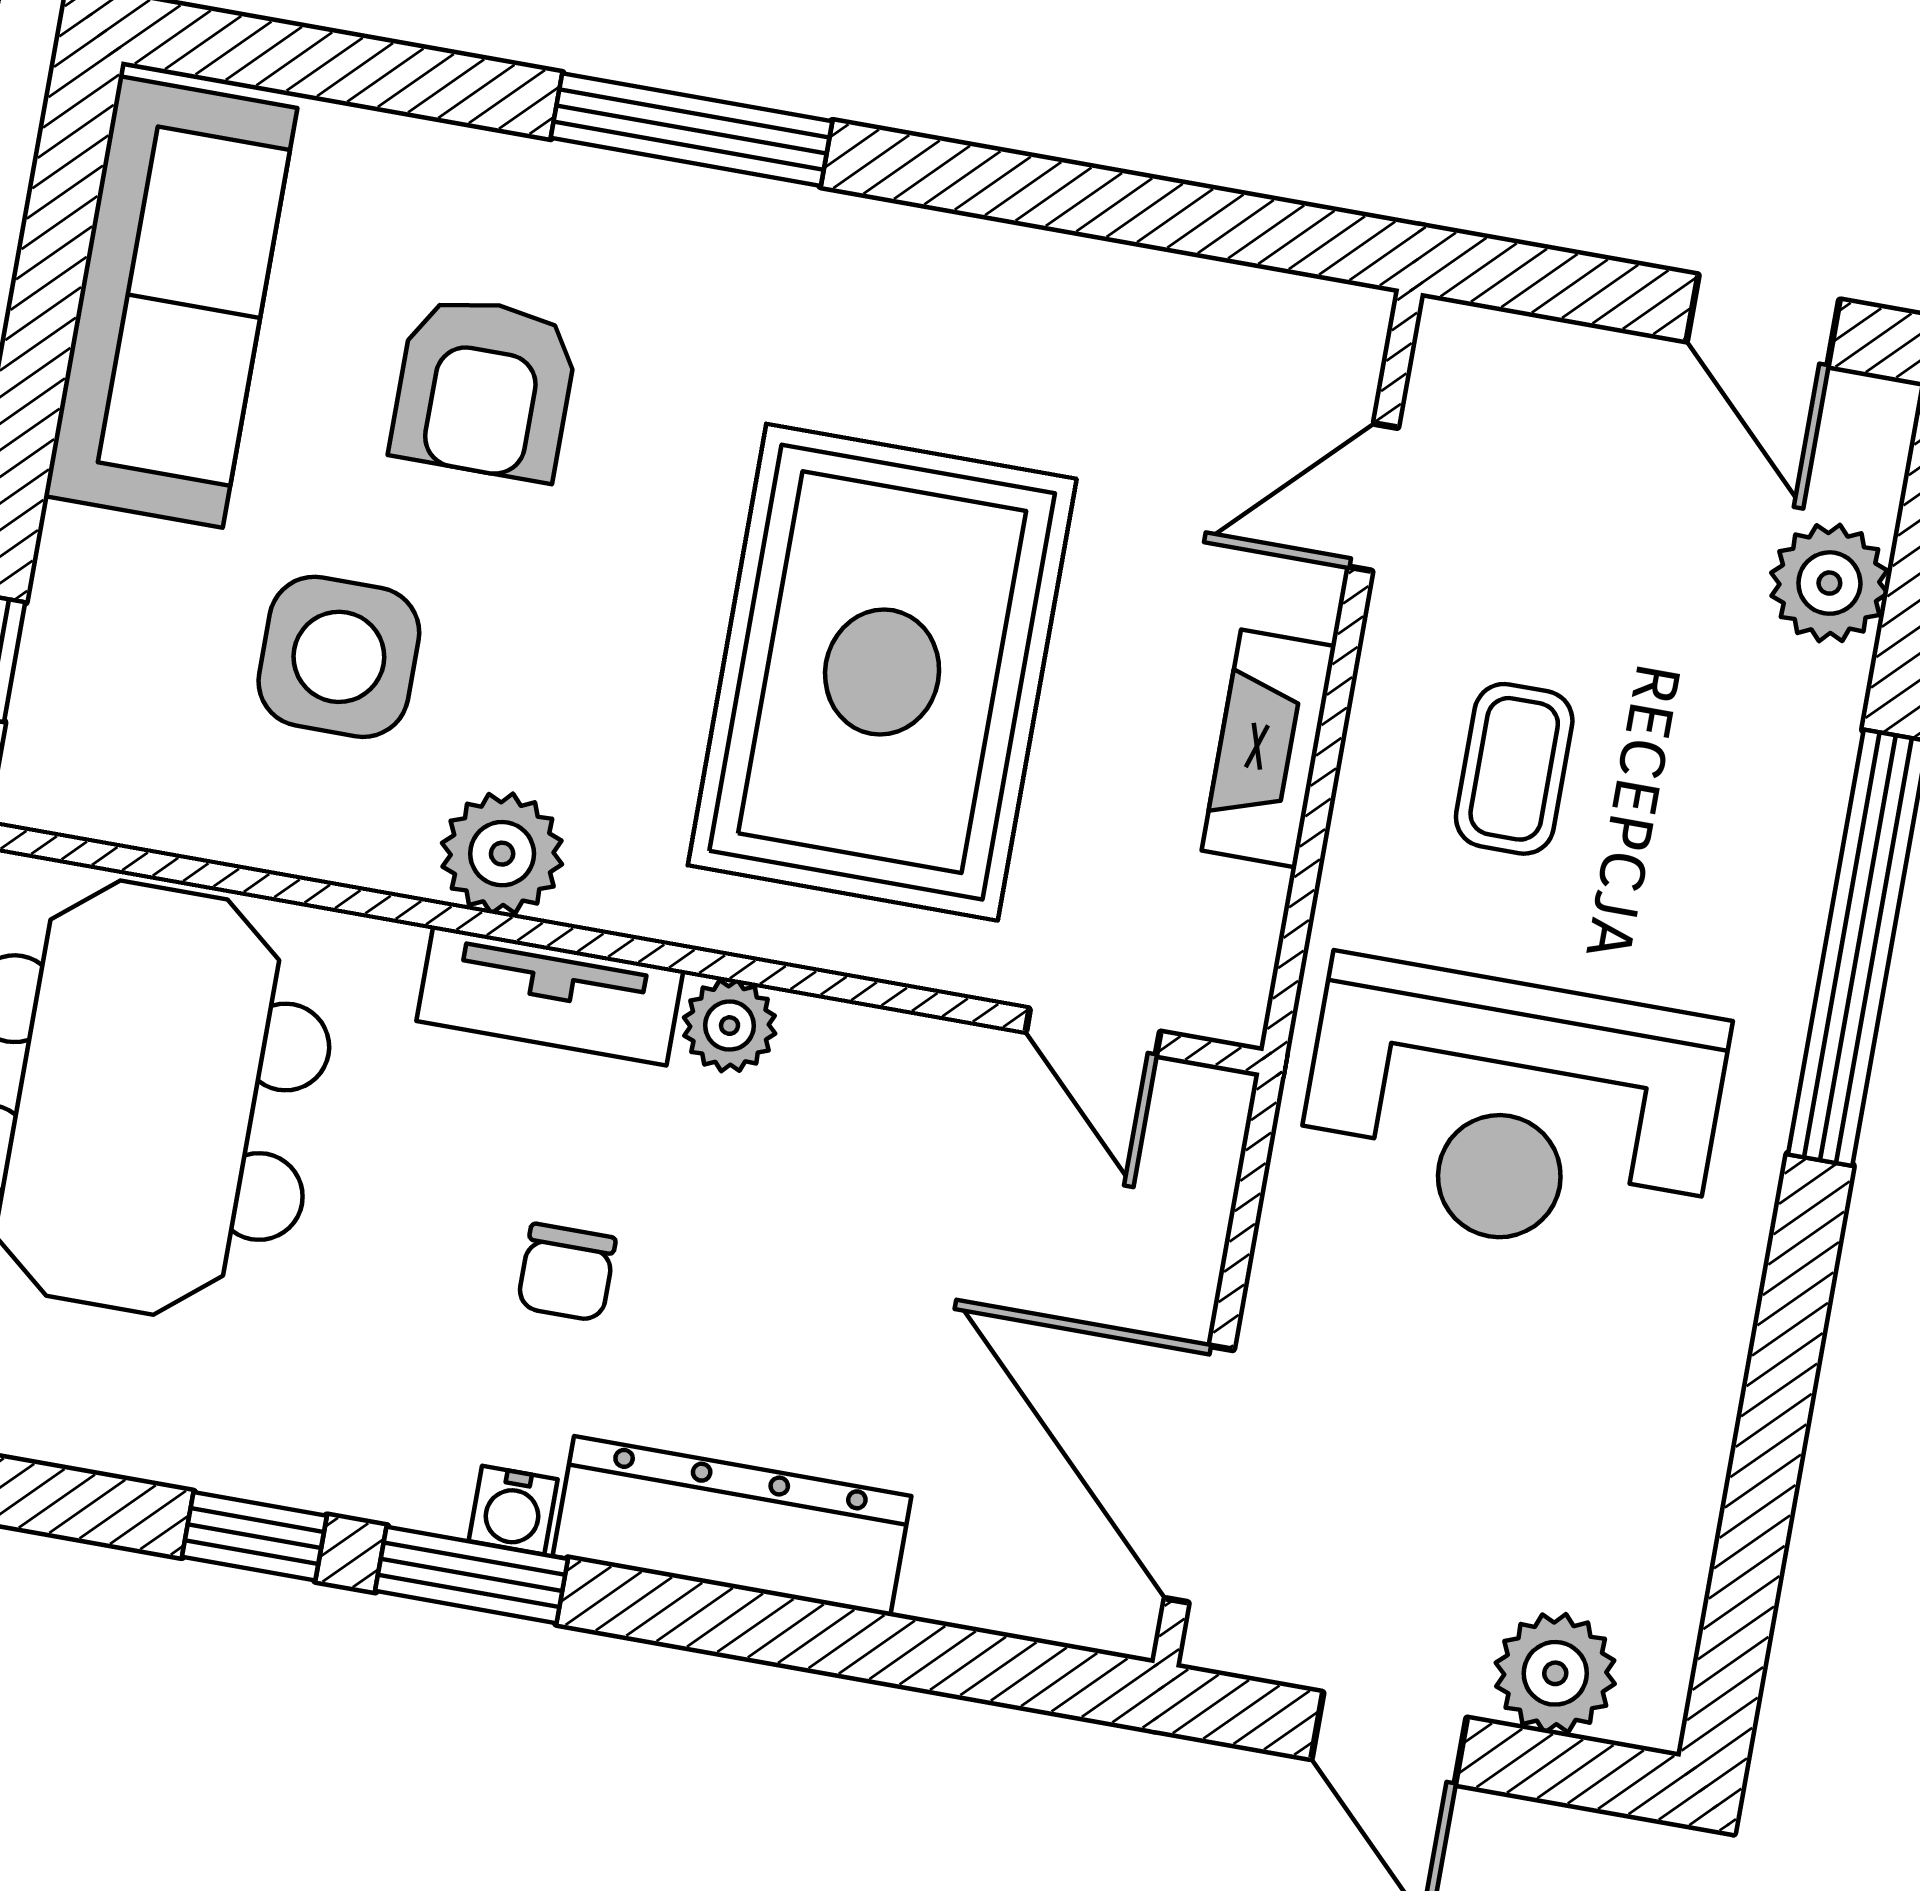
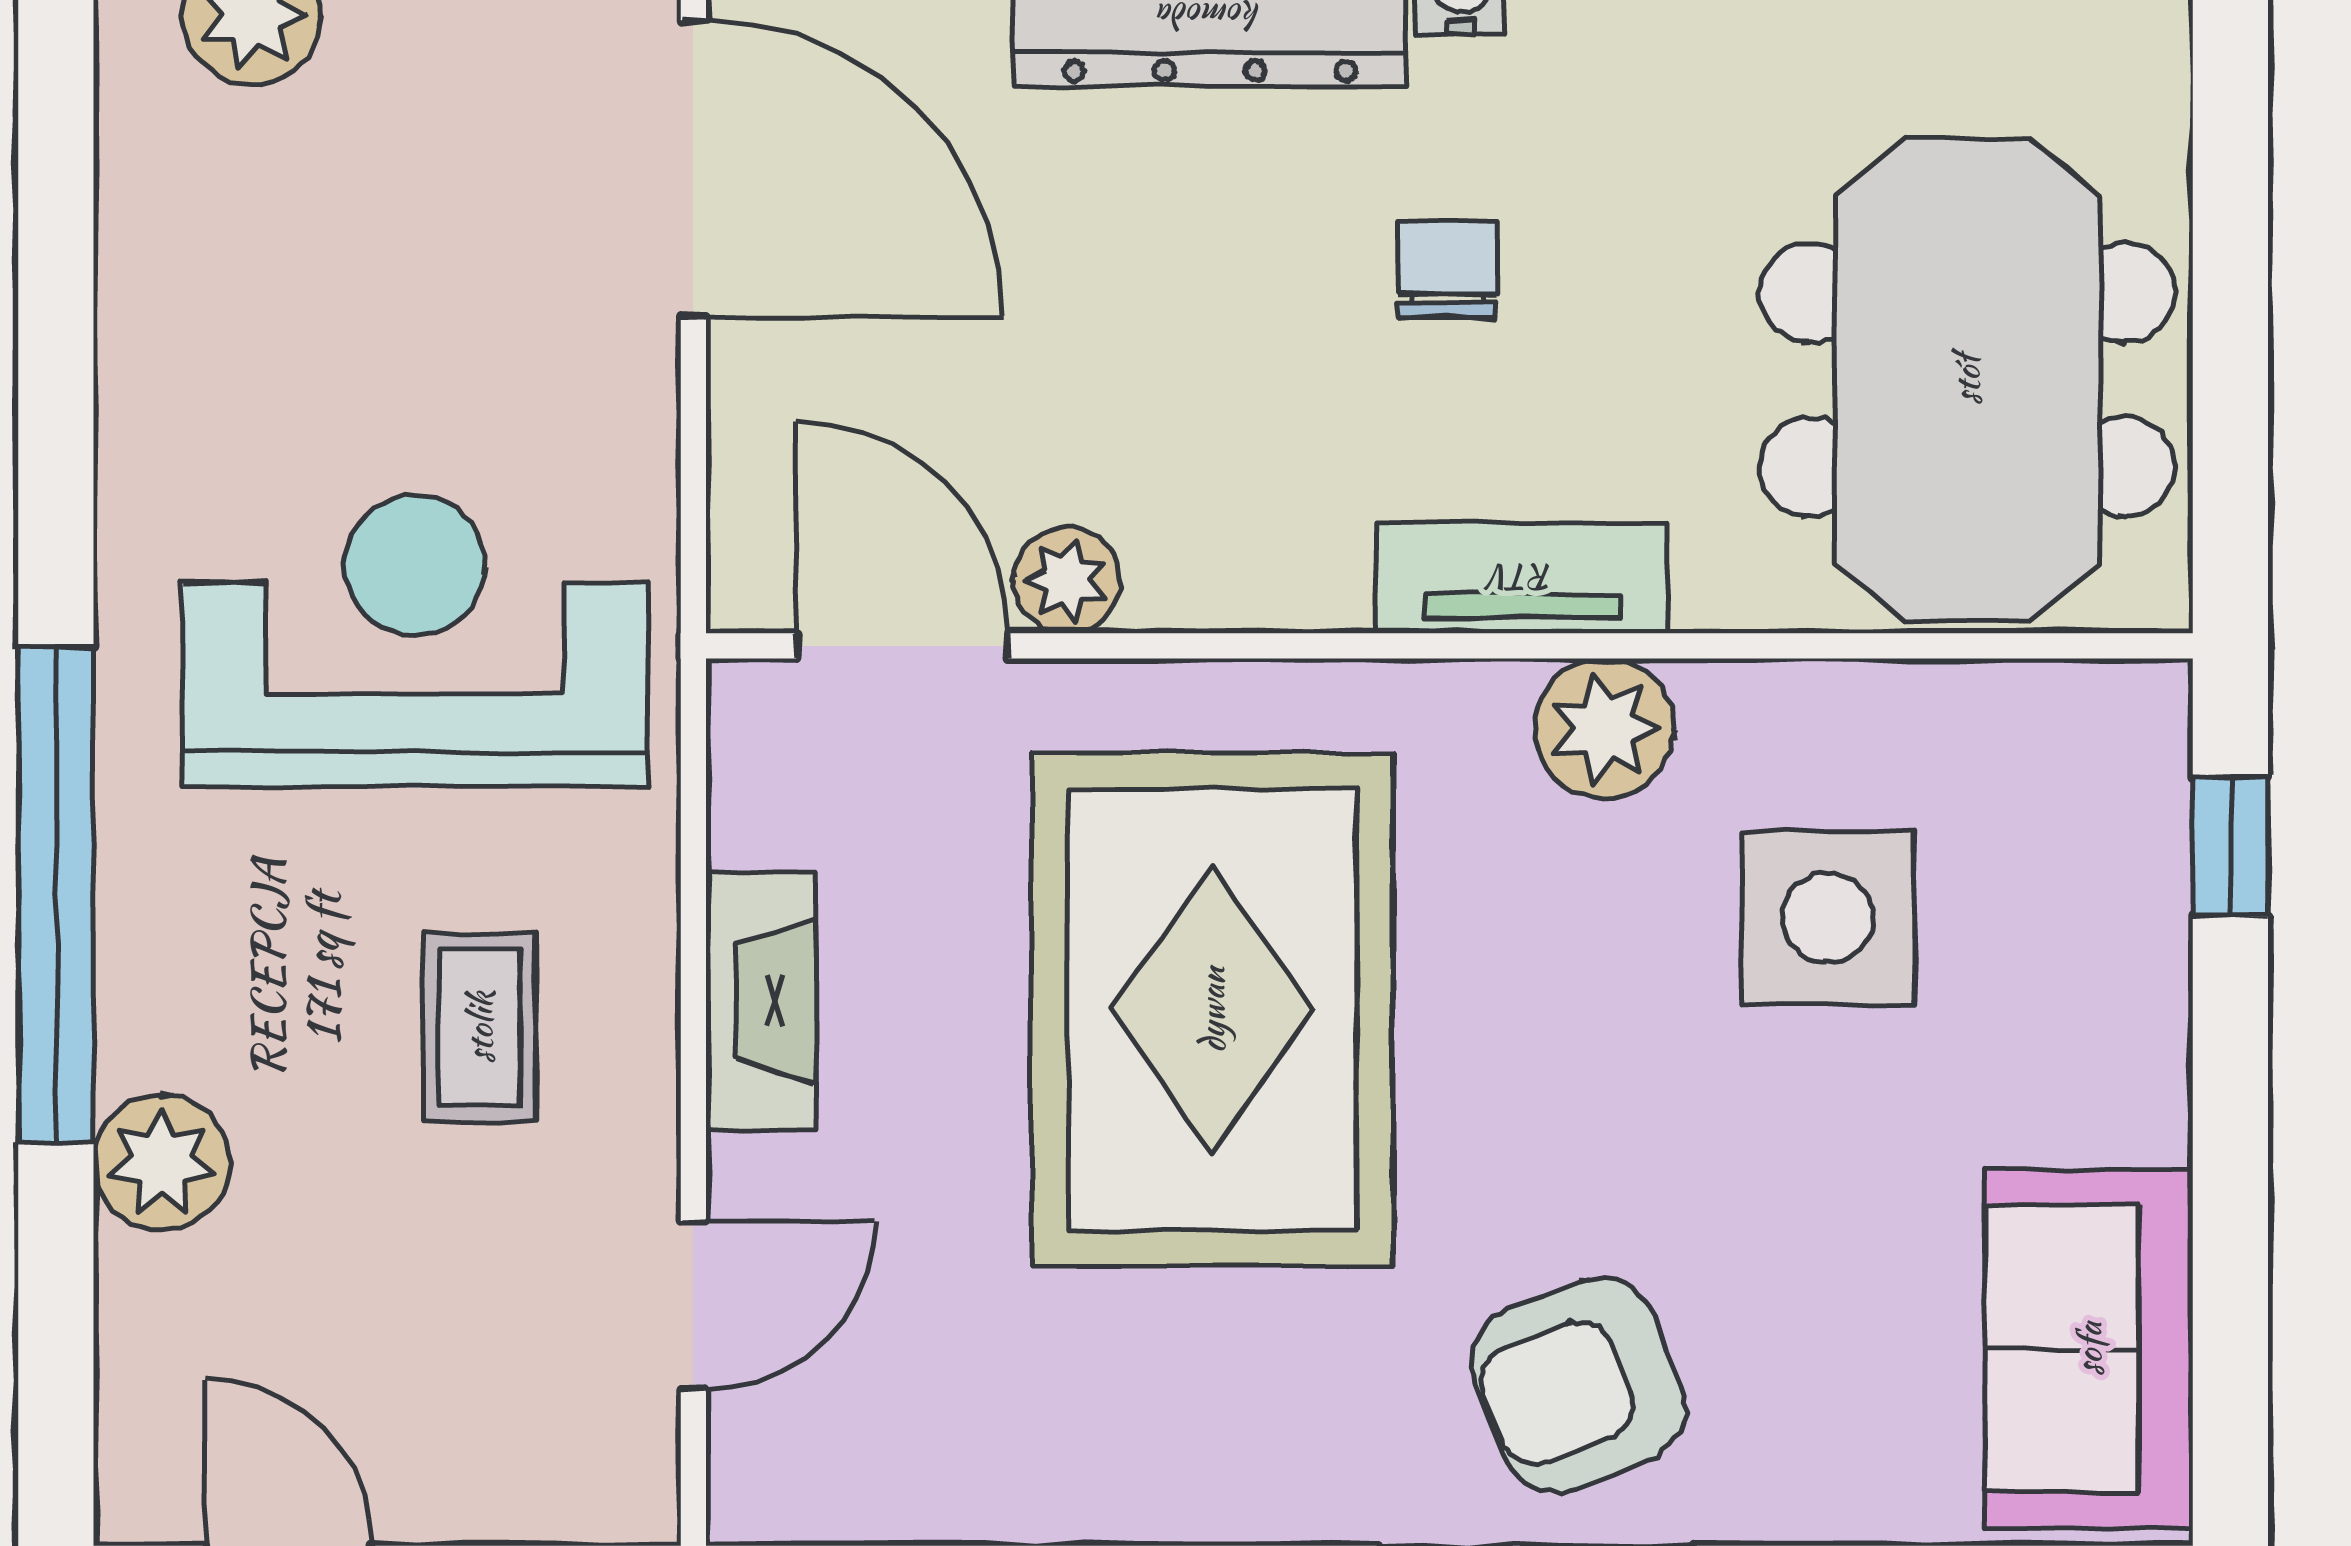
sofa: (171, 302) -> (2089, 1349), width x0.73
armchair: (484, 388) -> (1578, 1385), moved, turned -111
plant: (1829, 583) -> (161, 1163), moved
plant: (730, 1026) -> (1067, 580), moved
door: (1093, 1032) -> (902, 646), width x1.38

